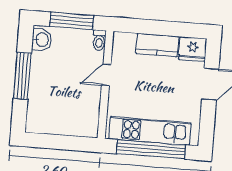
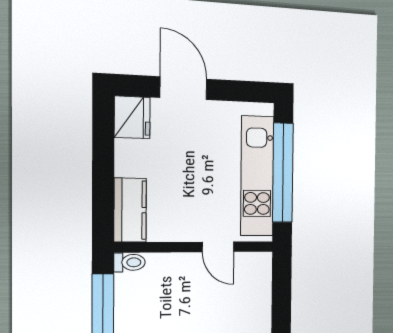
kitchen counter: (157, 45) -> (130, 210), moved
door: (106, 75) -> (218, 247), moved

